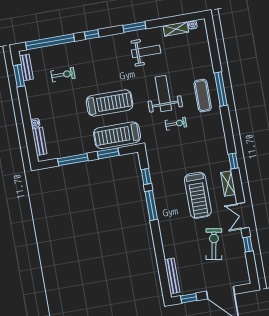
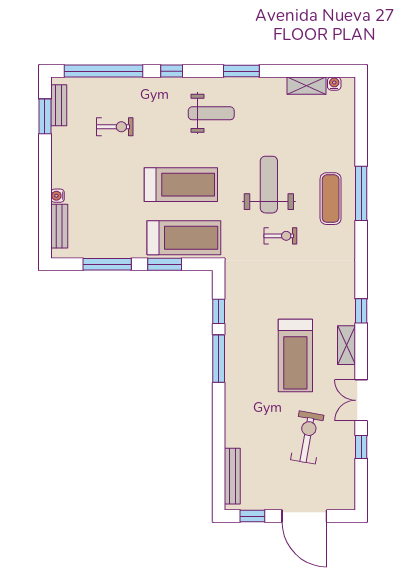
weight bench: (146, 51) -> (211, 113), moved
treadmill: (117, 135) -> (184, 238), turned 180

